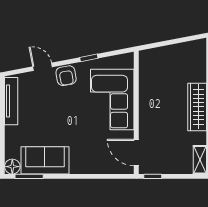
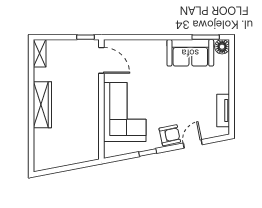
door: (42, 67) -> (193, 144), swing flipped
armchair: (66, 76) -> (170, 135), turned 88
tv unit: (11, 101) -> (223, 110), width x0.71

